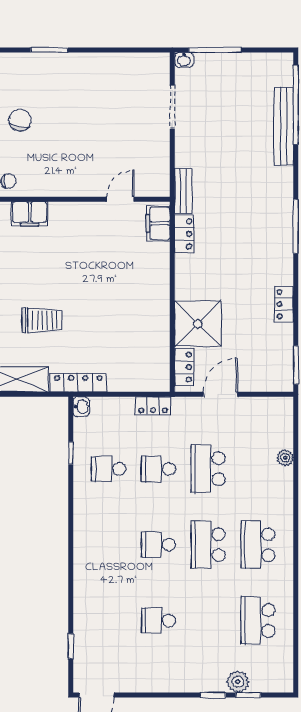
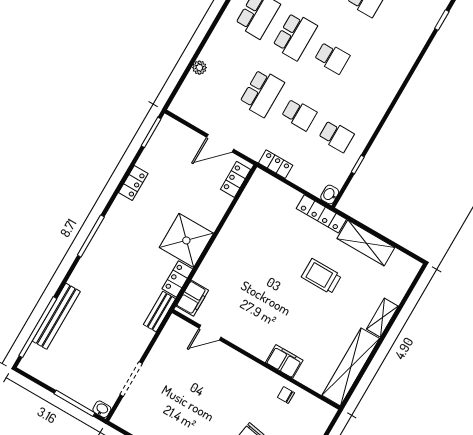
shower: (198, 324) -> (186, 240), moved

